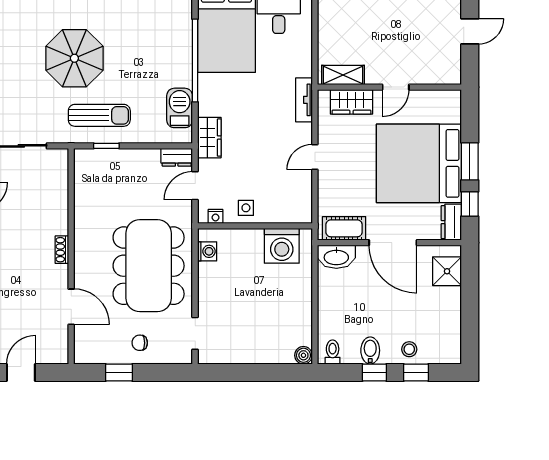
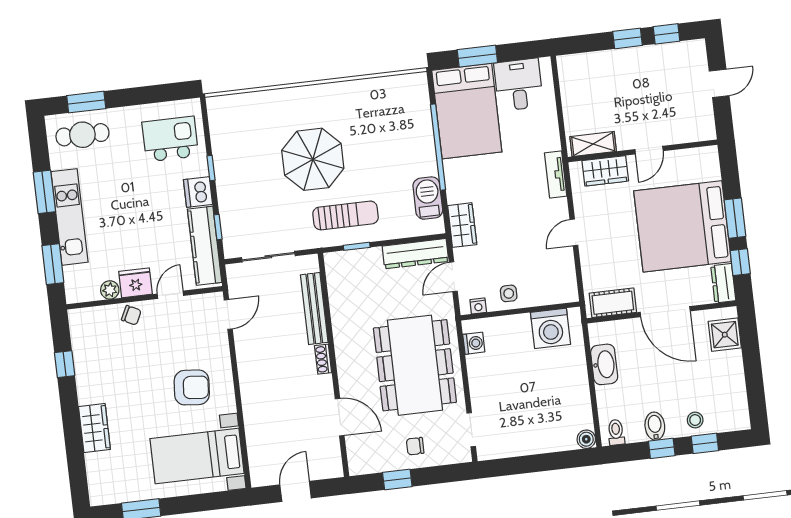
dresser: (177, 157) -> (415, 254), width x1.96, depth x1.24
bench: (59, 200) -> (314, 309), added
washbasin: (336, 257) -> (604, 364), moved, turned -90

